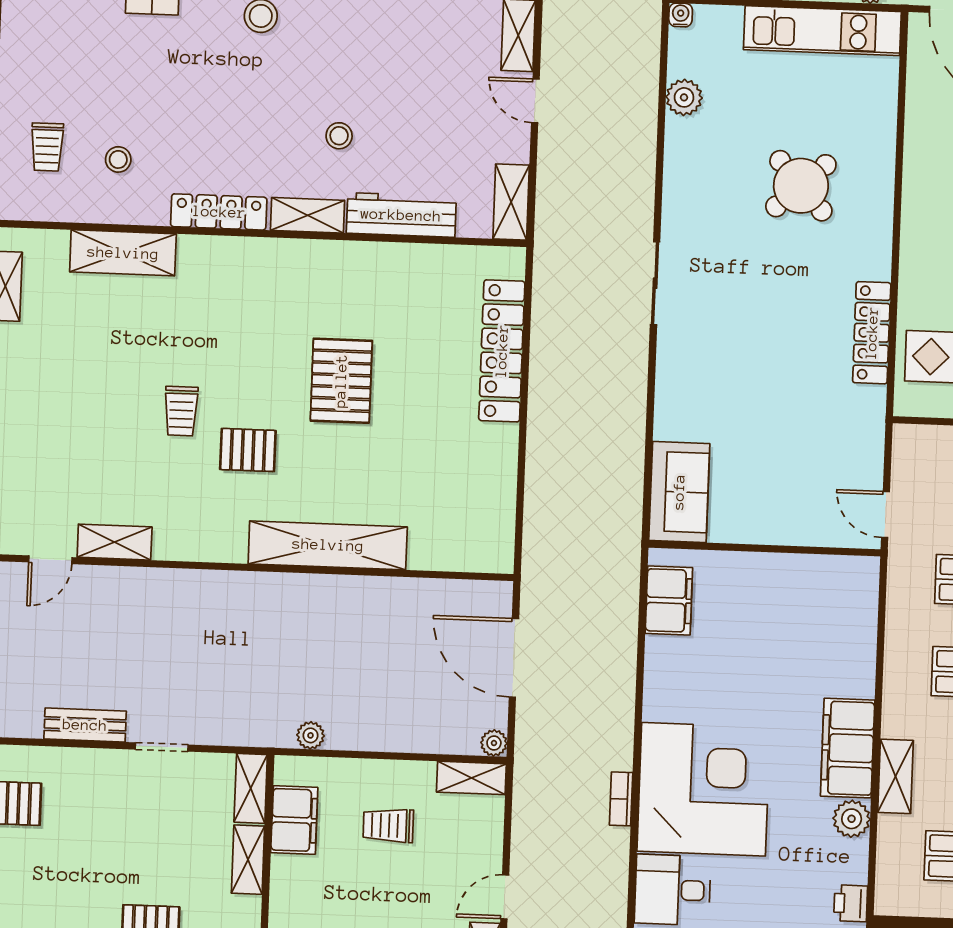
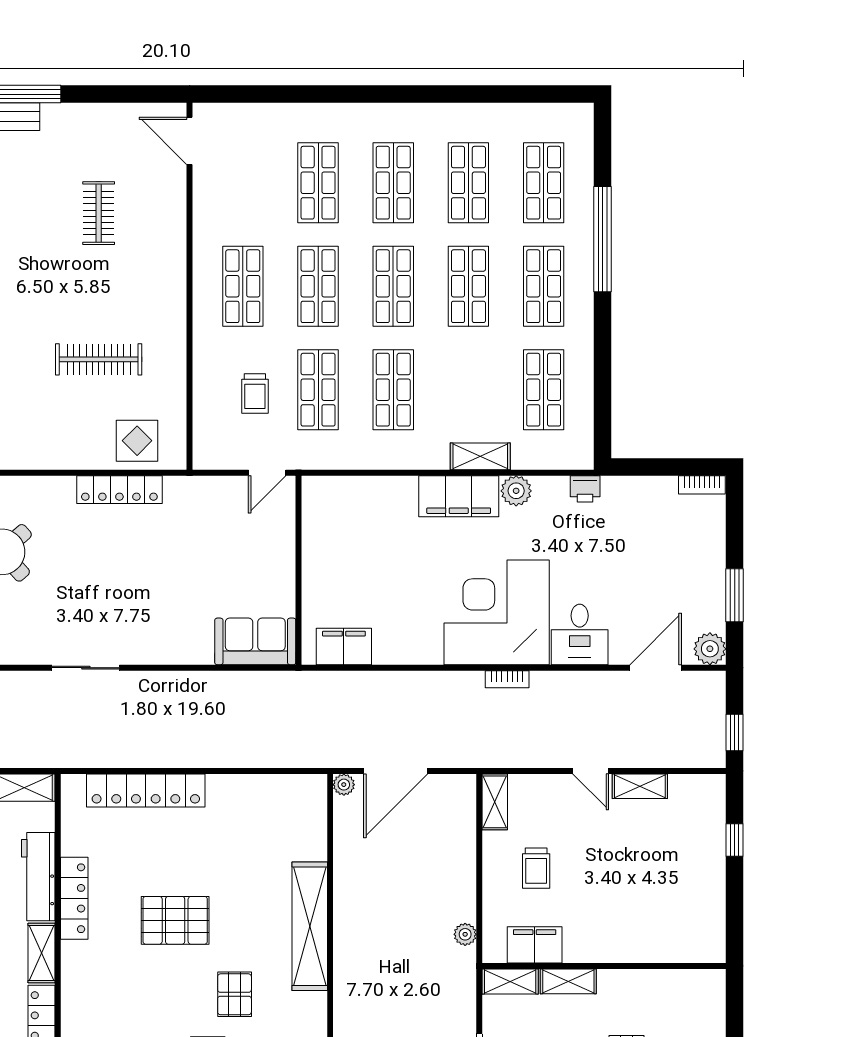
locker: (373, 258) -> (74, 898), added
plant: (494, 743) -> (344, 785), moved

